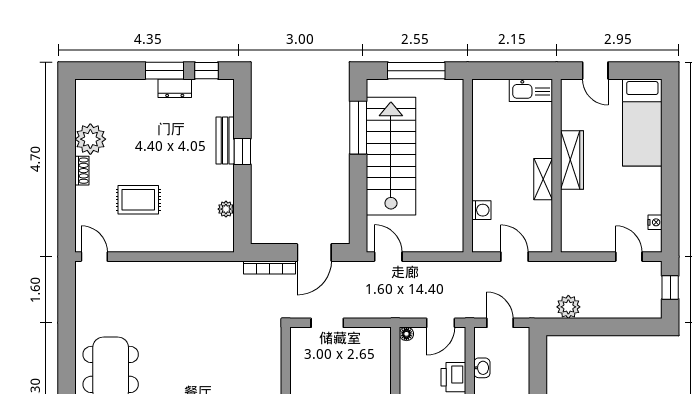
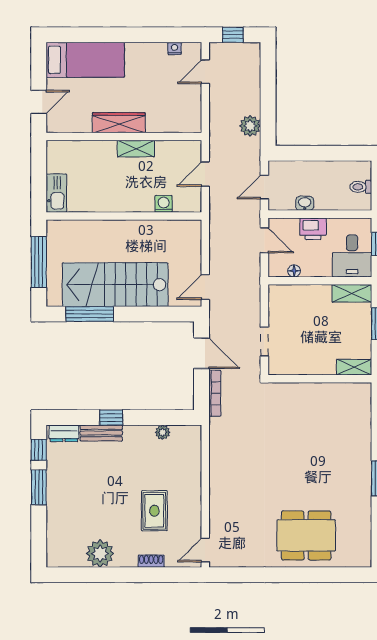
dresser: (175, 88) -> (64, 433), moved, turned 90
kitchen sink: (531, 90) -> (56, 193), moved
shoe rack: (82, 171) -> (151, 561), moved
floor lamp: (406, 334) -> (294, 271), moved

